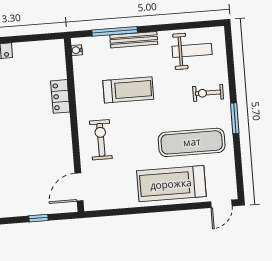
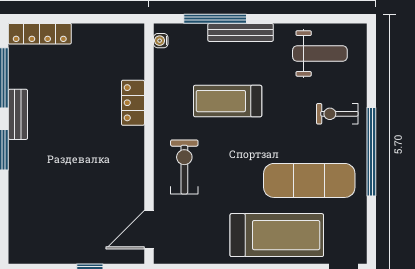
treadmill: (128, 90) -> (228, 101), turned 180
window: (235, 118) -> (371, 152), width x2.11
treadmill: (171, 184) -> (277, 235), turned 180

